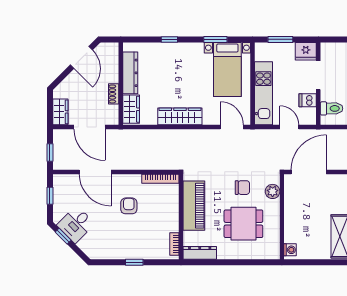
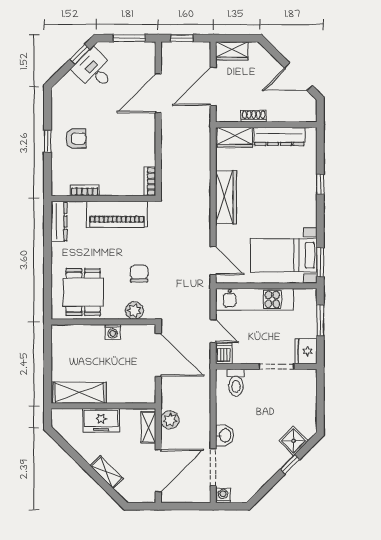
window: (215, 39) -> (320, 262), moved
dishwasher: (308, 100) -> (224, 353), moved
door: (232, 127) -> (213, 261), hinge flipped
door: (289, 127) -> (213, 331), hinge flipped
bookcase: (160, 179) -> (150, 181), width x0.64
chair: (242, 188) -> (139, 274), turned 180
window: (50, 196) -> (129, 38), width x1.50
armchair: (129, 206) -> (76, 139), moved
dining table: (243, 224) -> (83, 292), moved
bookcase: (174, 244) -> (85, 190), moved
washing machine: (290, 250) -> (113, 332), moved

